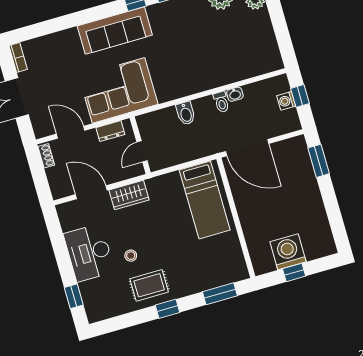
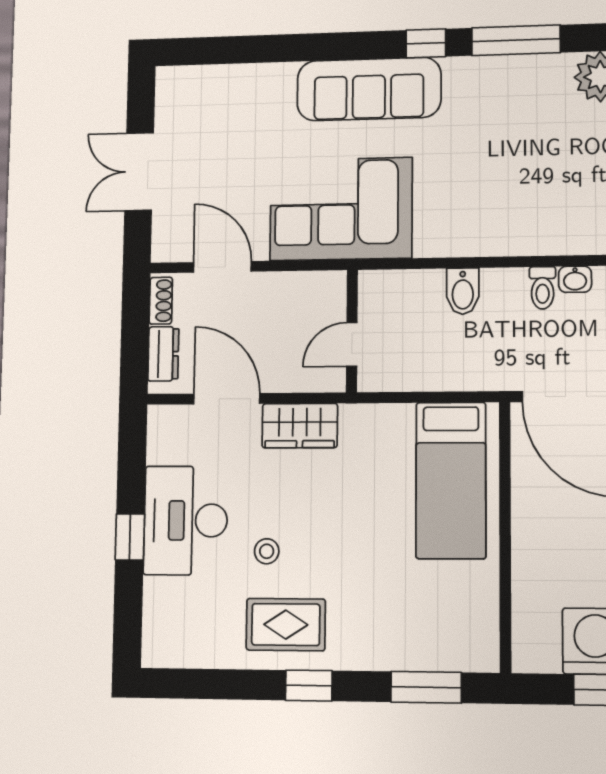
bookcase: (18, 57) -> (166, 94), removed
dresser: (110, 131) -> (163, 354), moved, turned -90
window: (74, 296) -> (130, 537), moved

